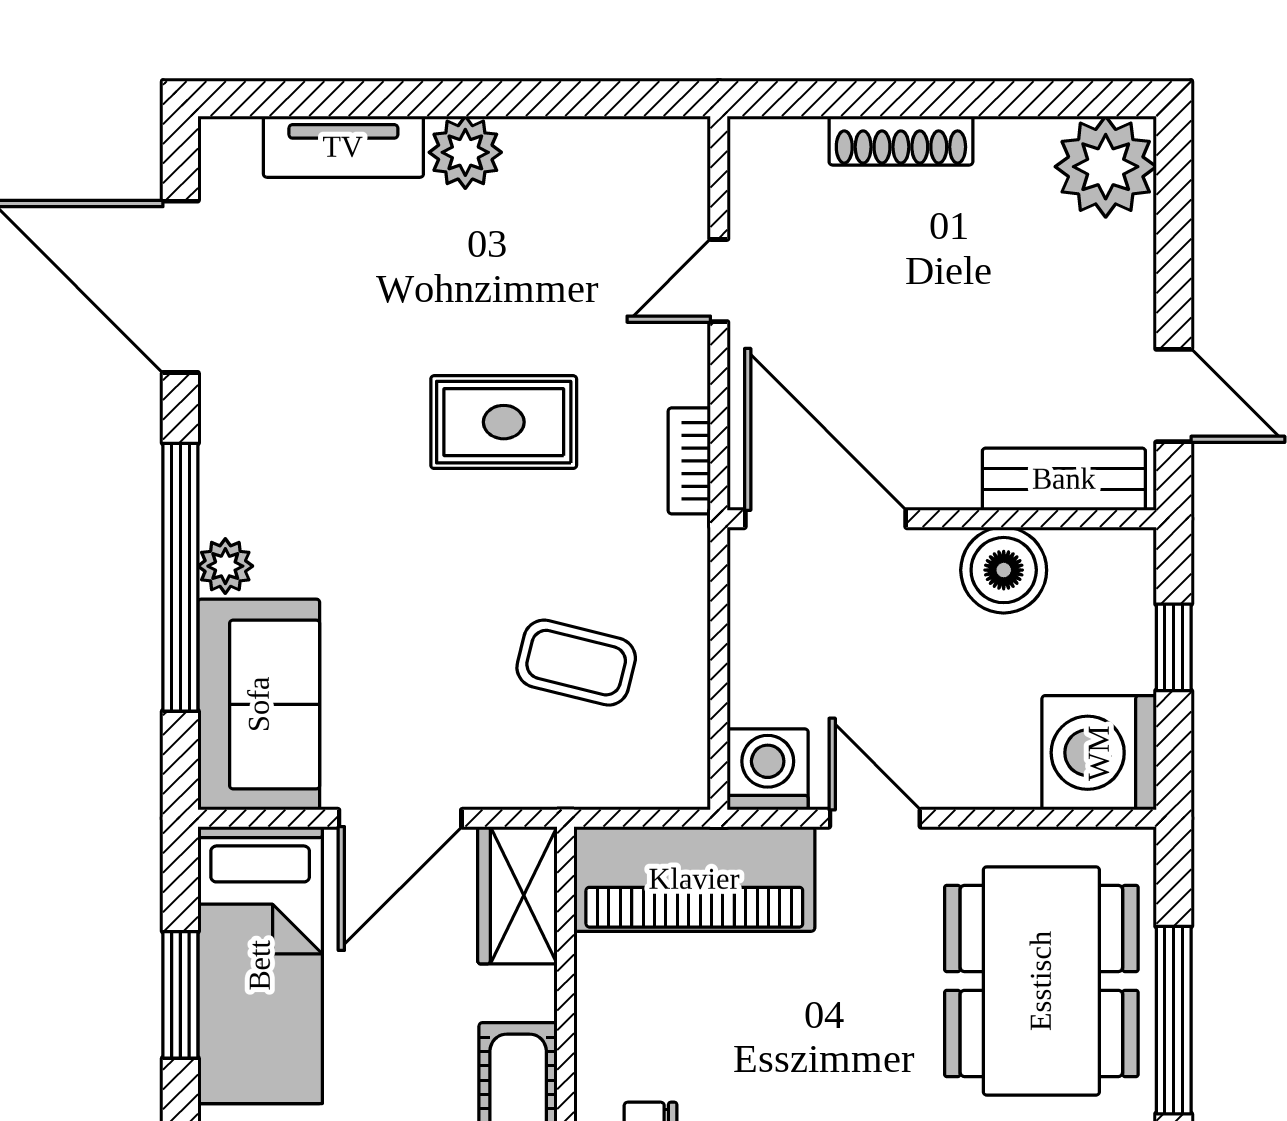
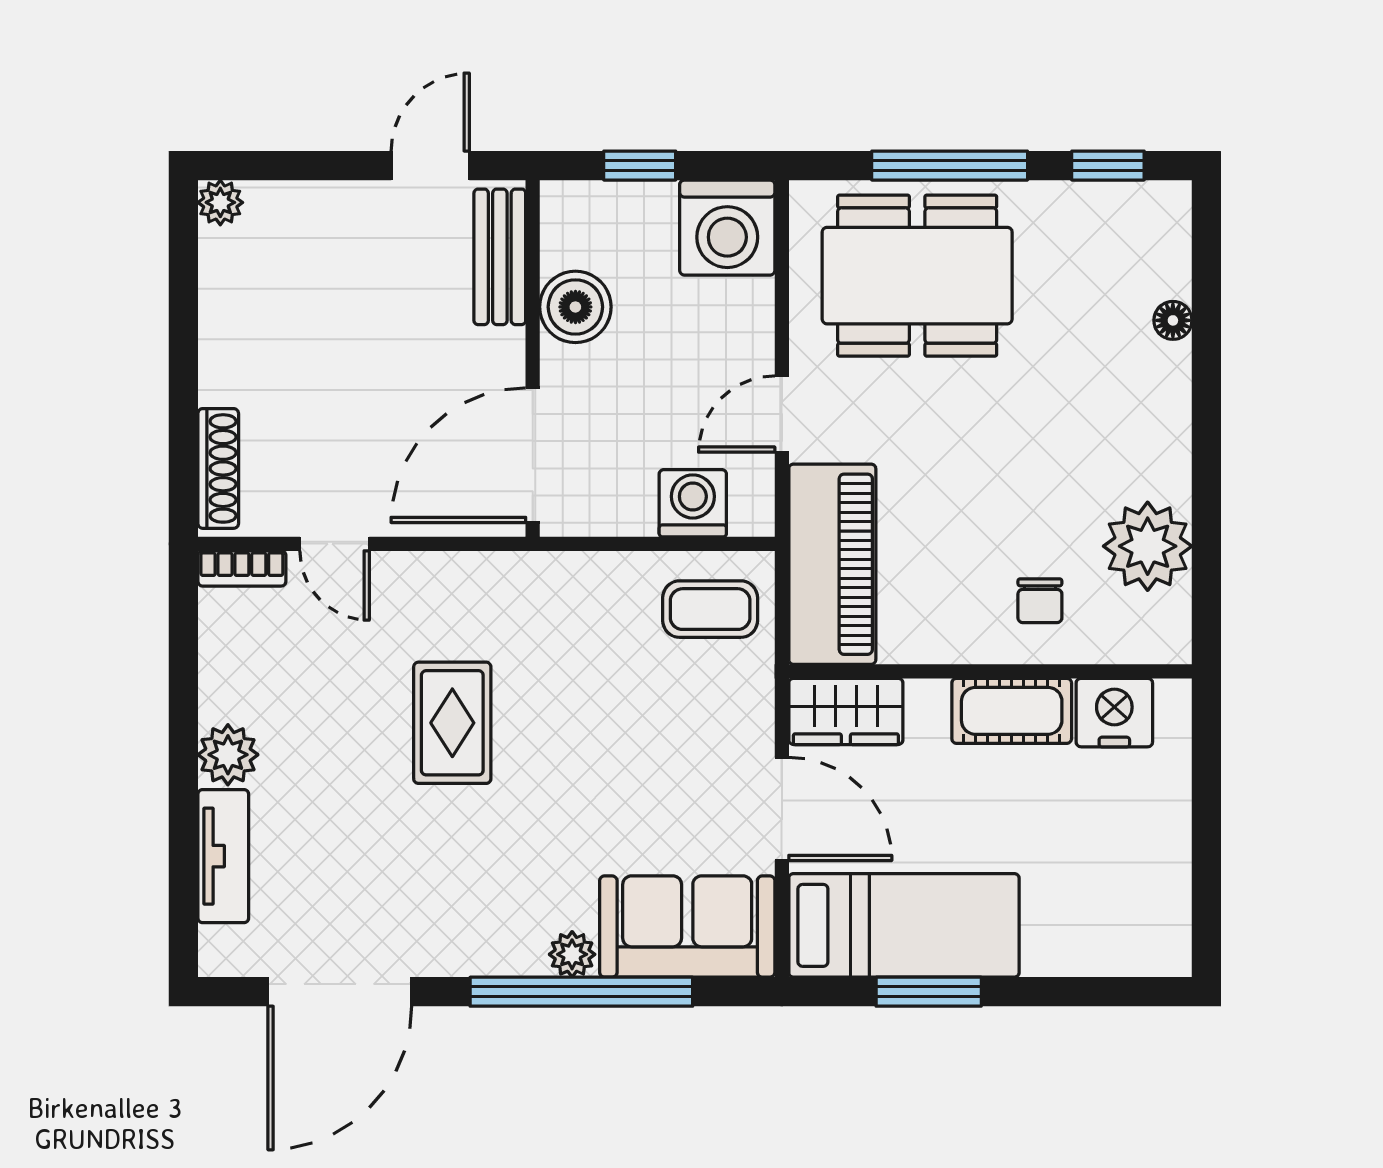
shoe rack: (901, 141) -> (218, 468), moved
plant: (1106, 167) -> (220, 202), width x0.53, depth x0.53
bookcase: (689, 461) -> (242, 568), moved
coffee table: (576, 663) -> (710, 609), moved, turned 76
washing machine: (768, 769) -> (693, 503), moved, turned 90

